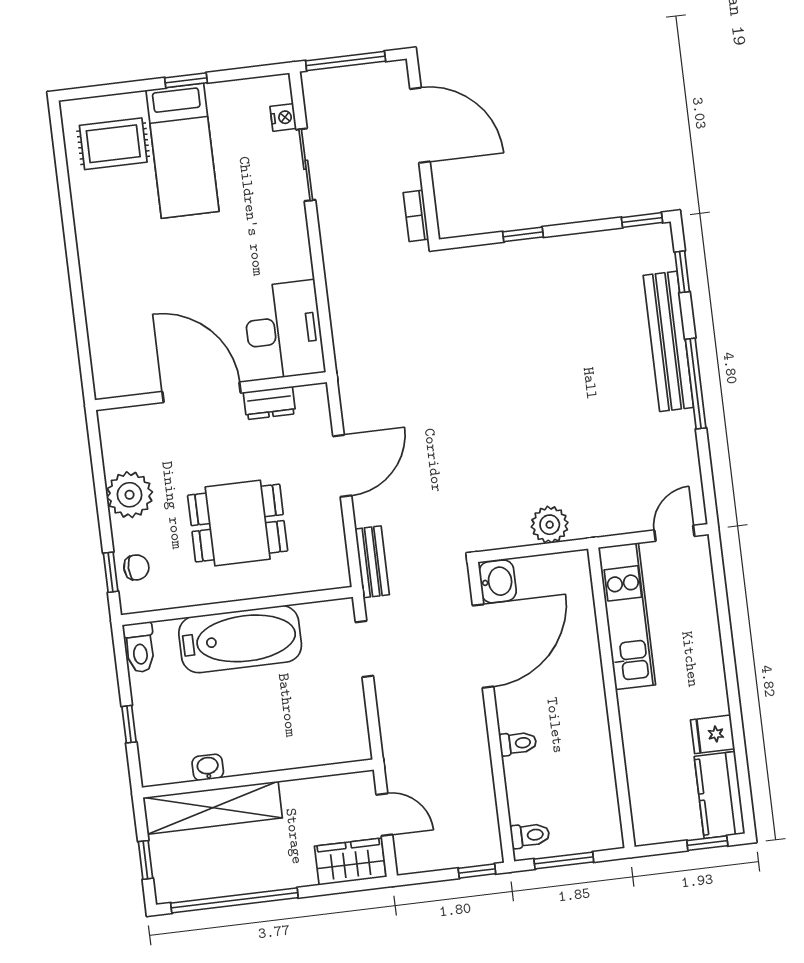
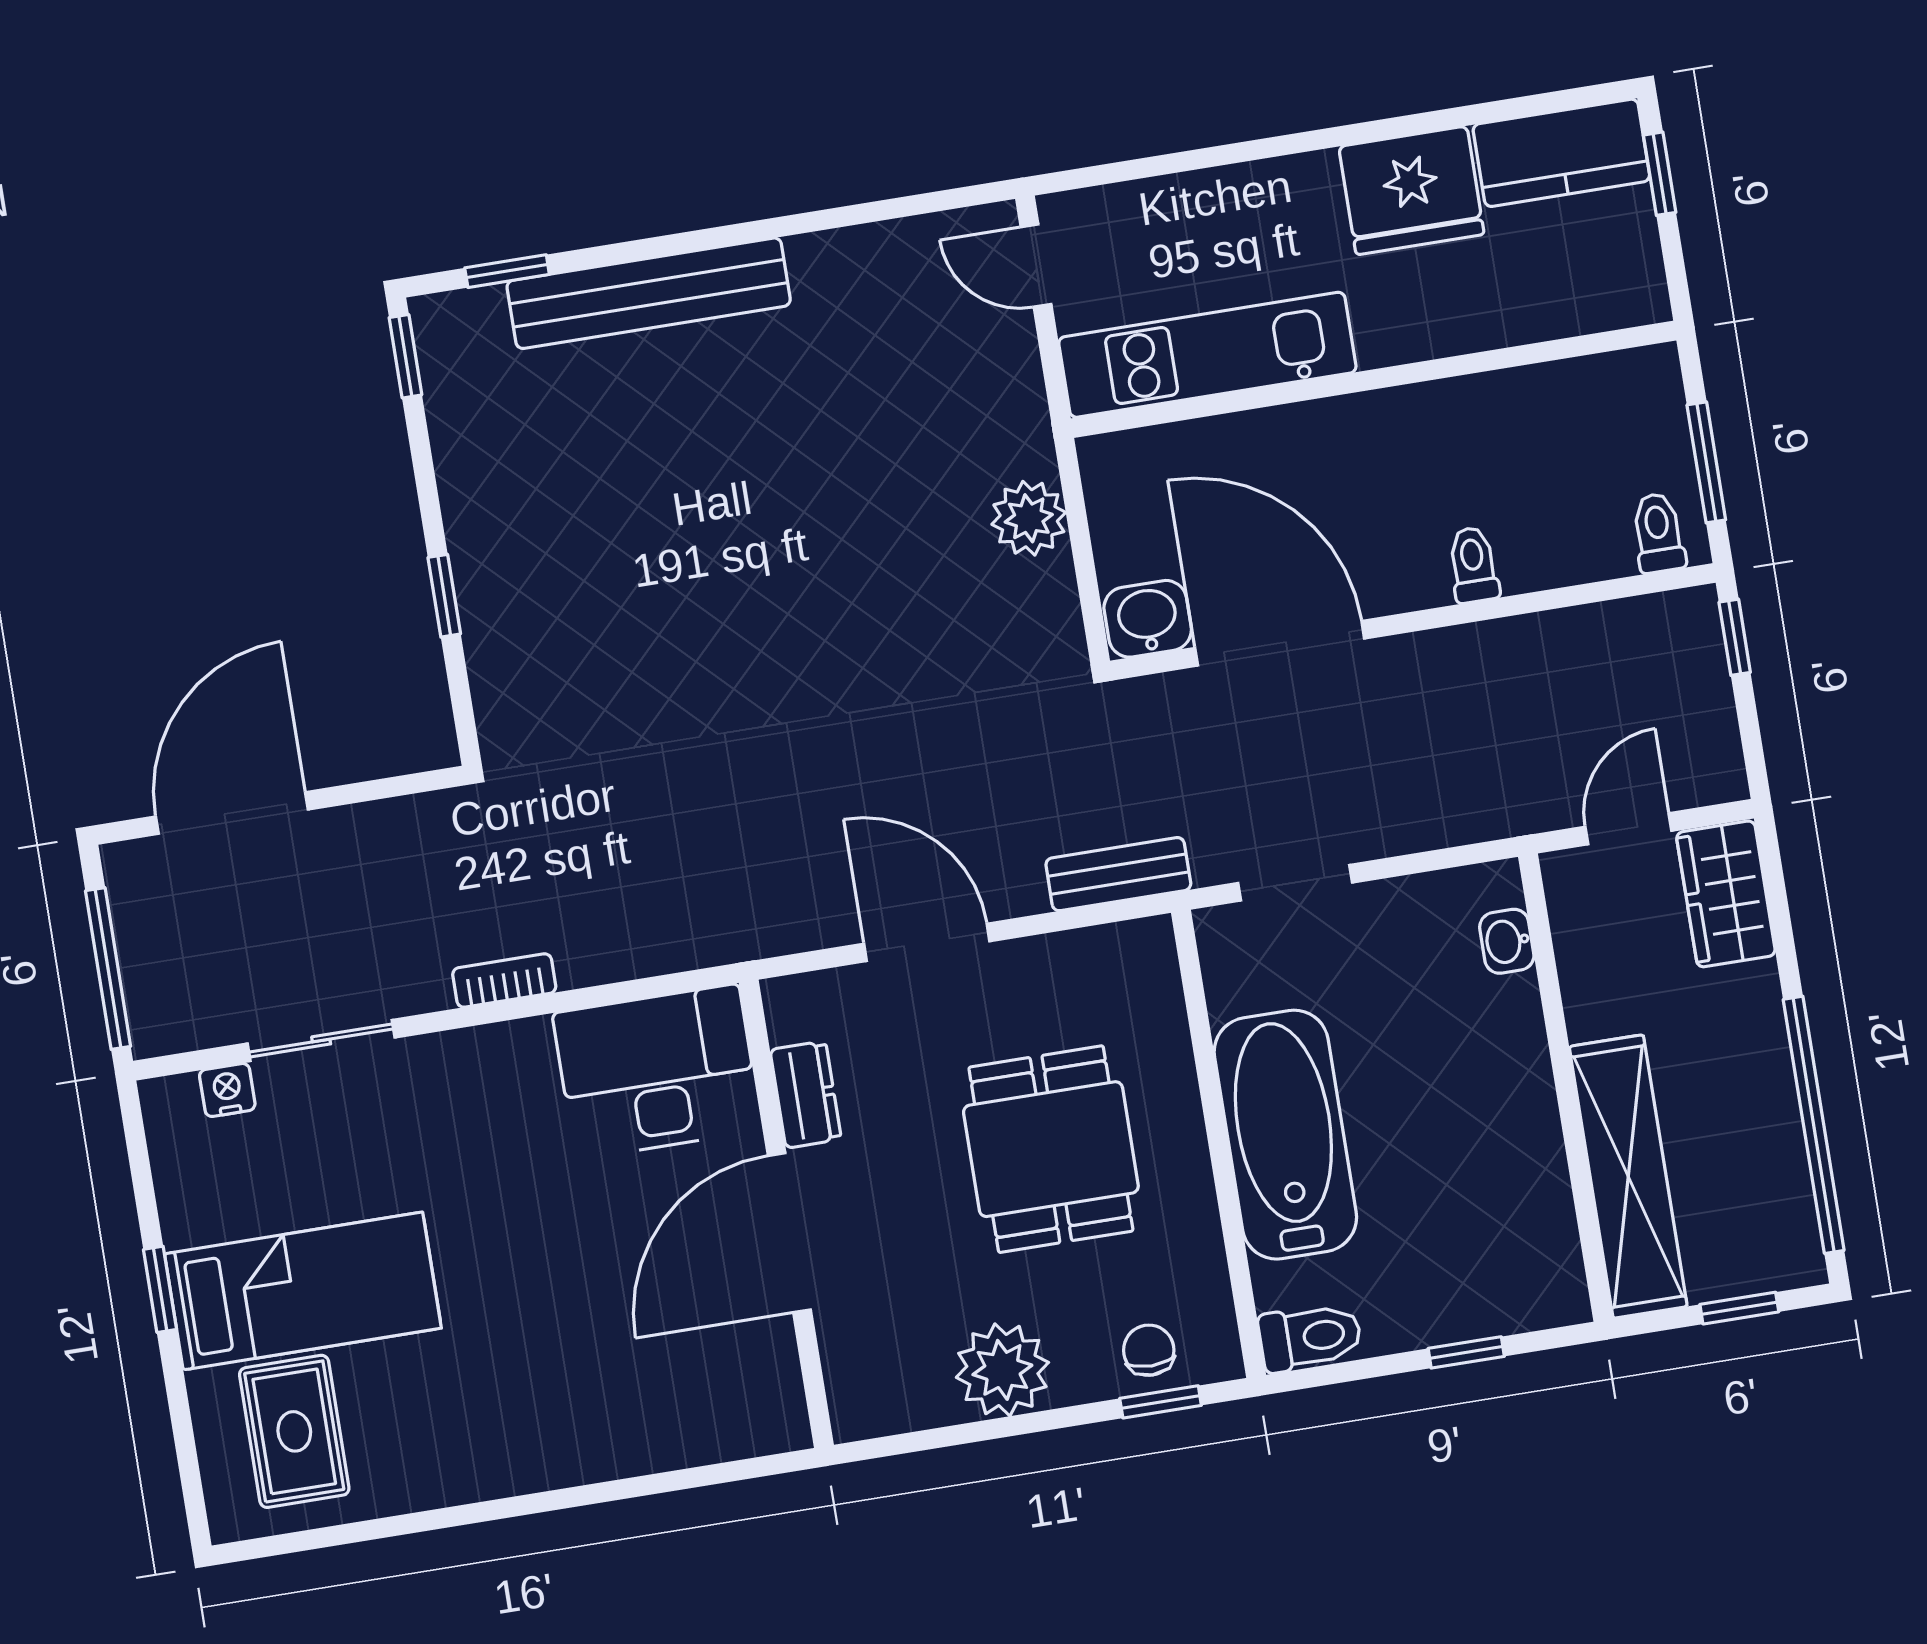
bookcase: (416, 216) -> (504, 980), moved, turned 180
window: (696, 384) -> (732, 235), removed
fridge: (713, 734) -> (1412, 190), width x1.88, depth x1.34
washbasin: (208, 767) -> (1507, 941), moved

